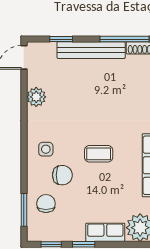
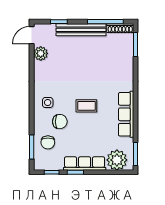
plant: (36, 97) -> (41, 53), moved
chair: (46, 204) -> (48, 142), turned 180
row of seats: (105, 232) -> (85, 163), width x1.48

